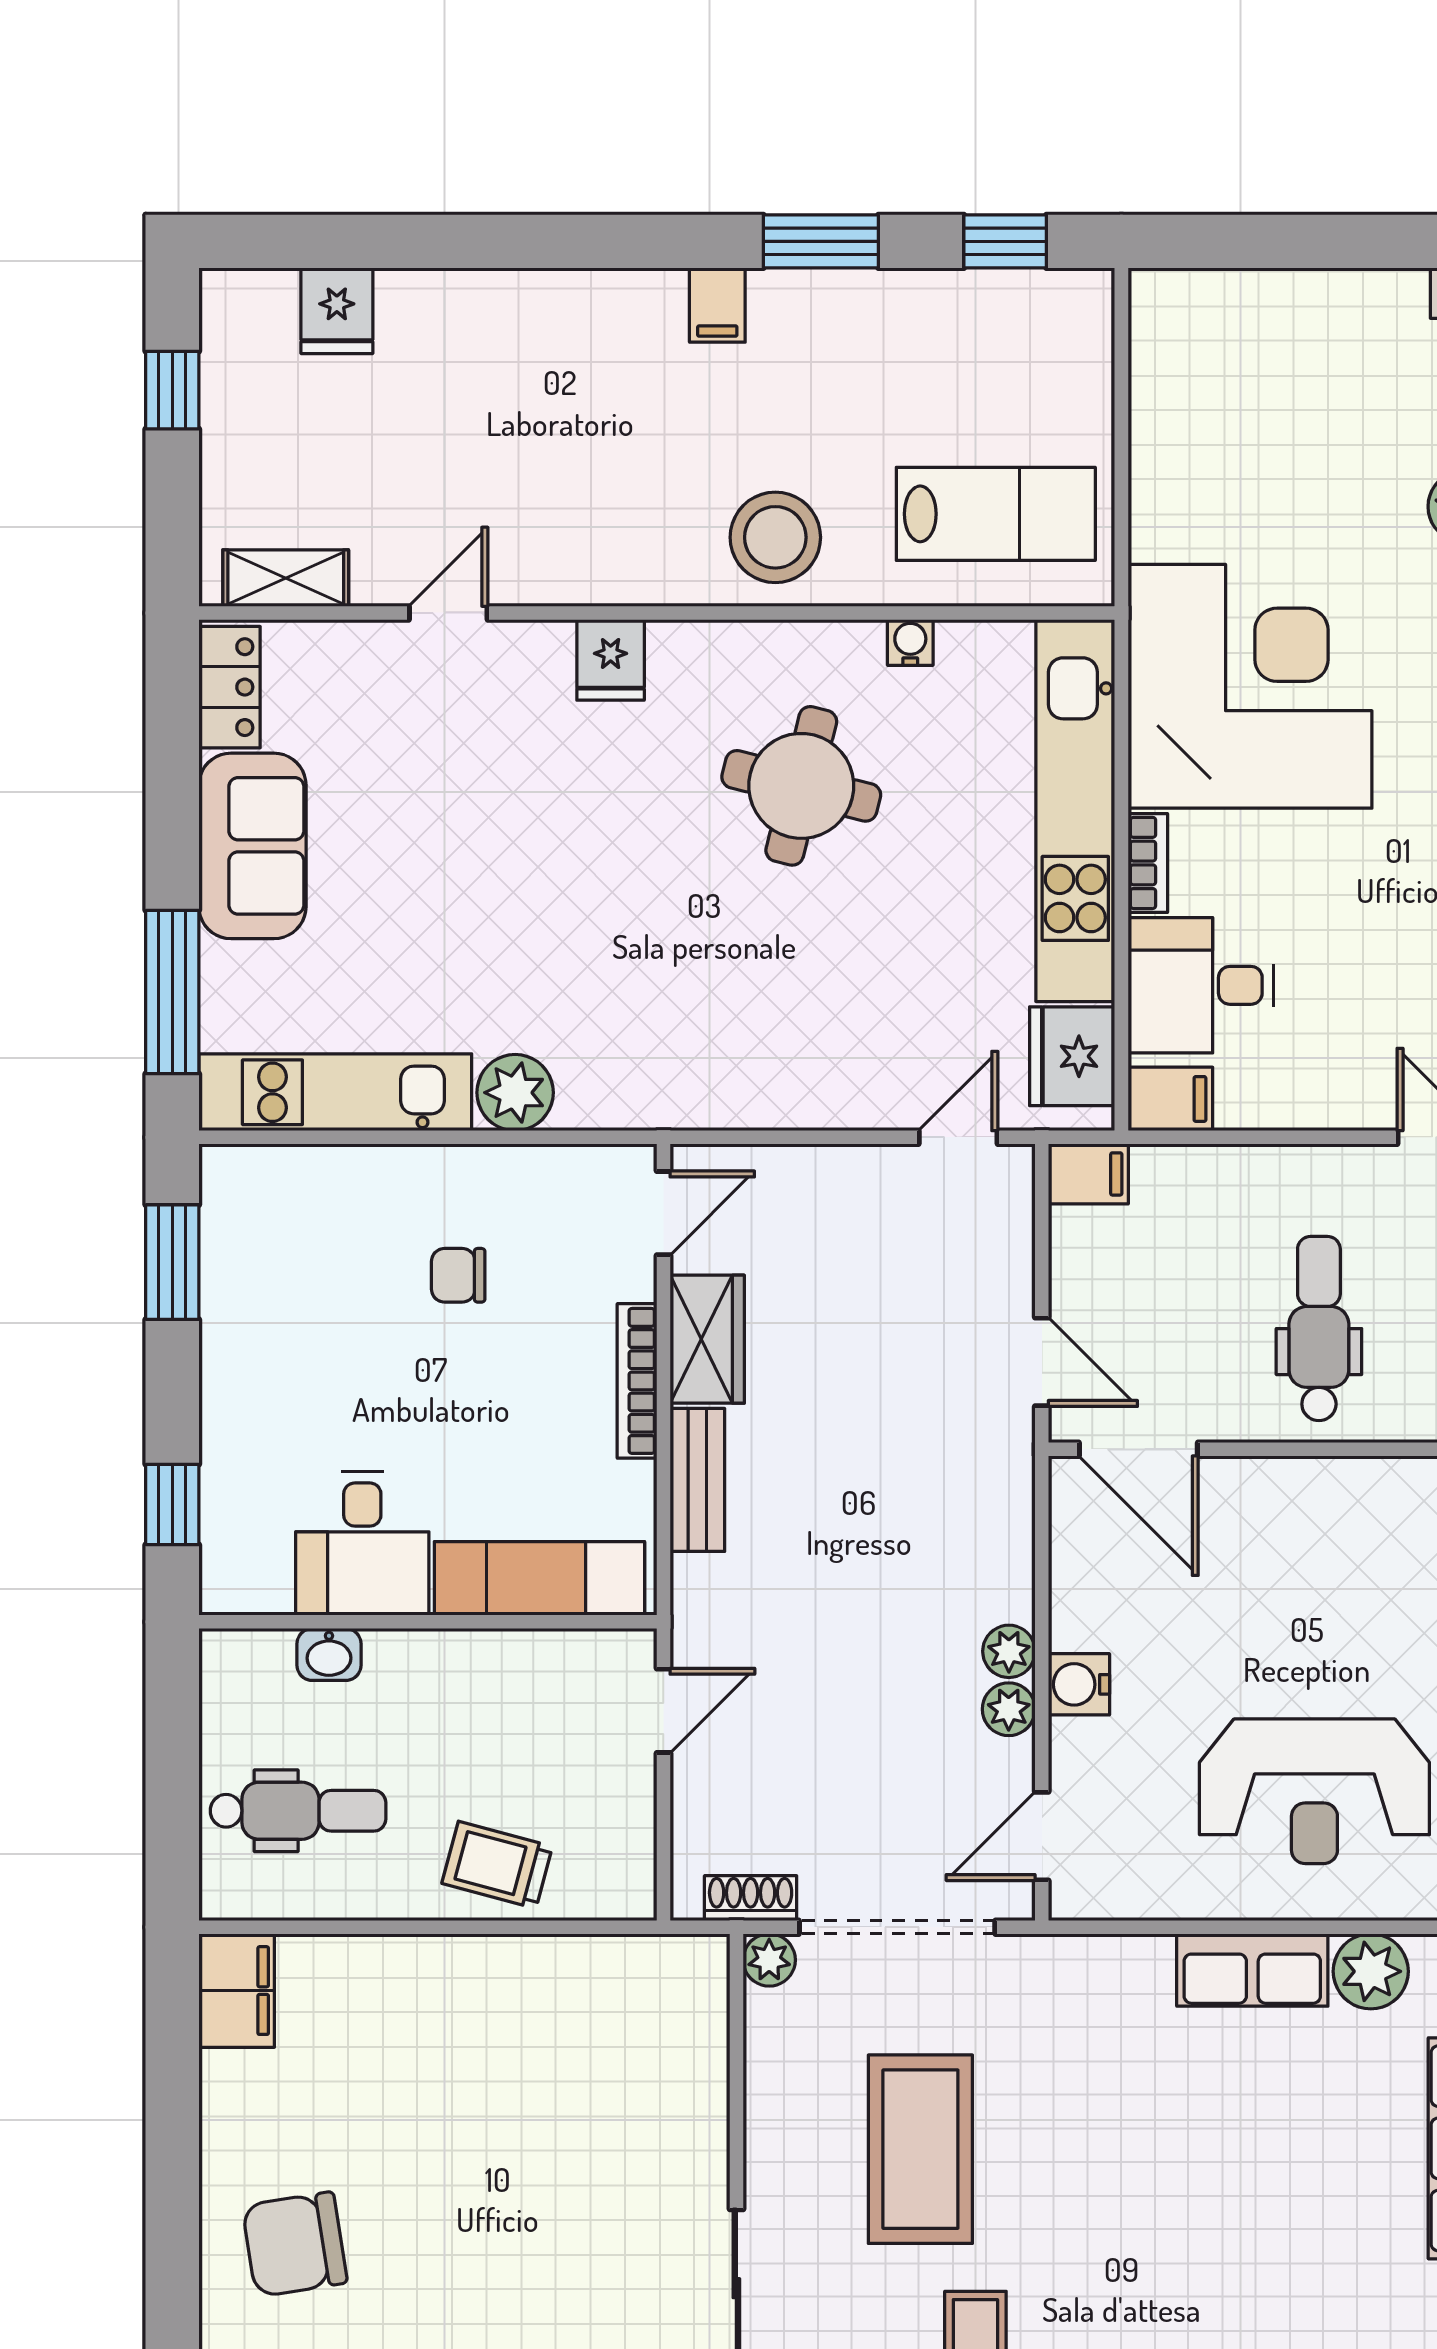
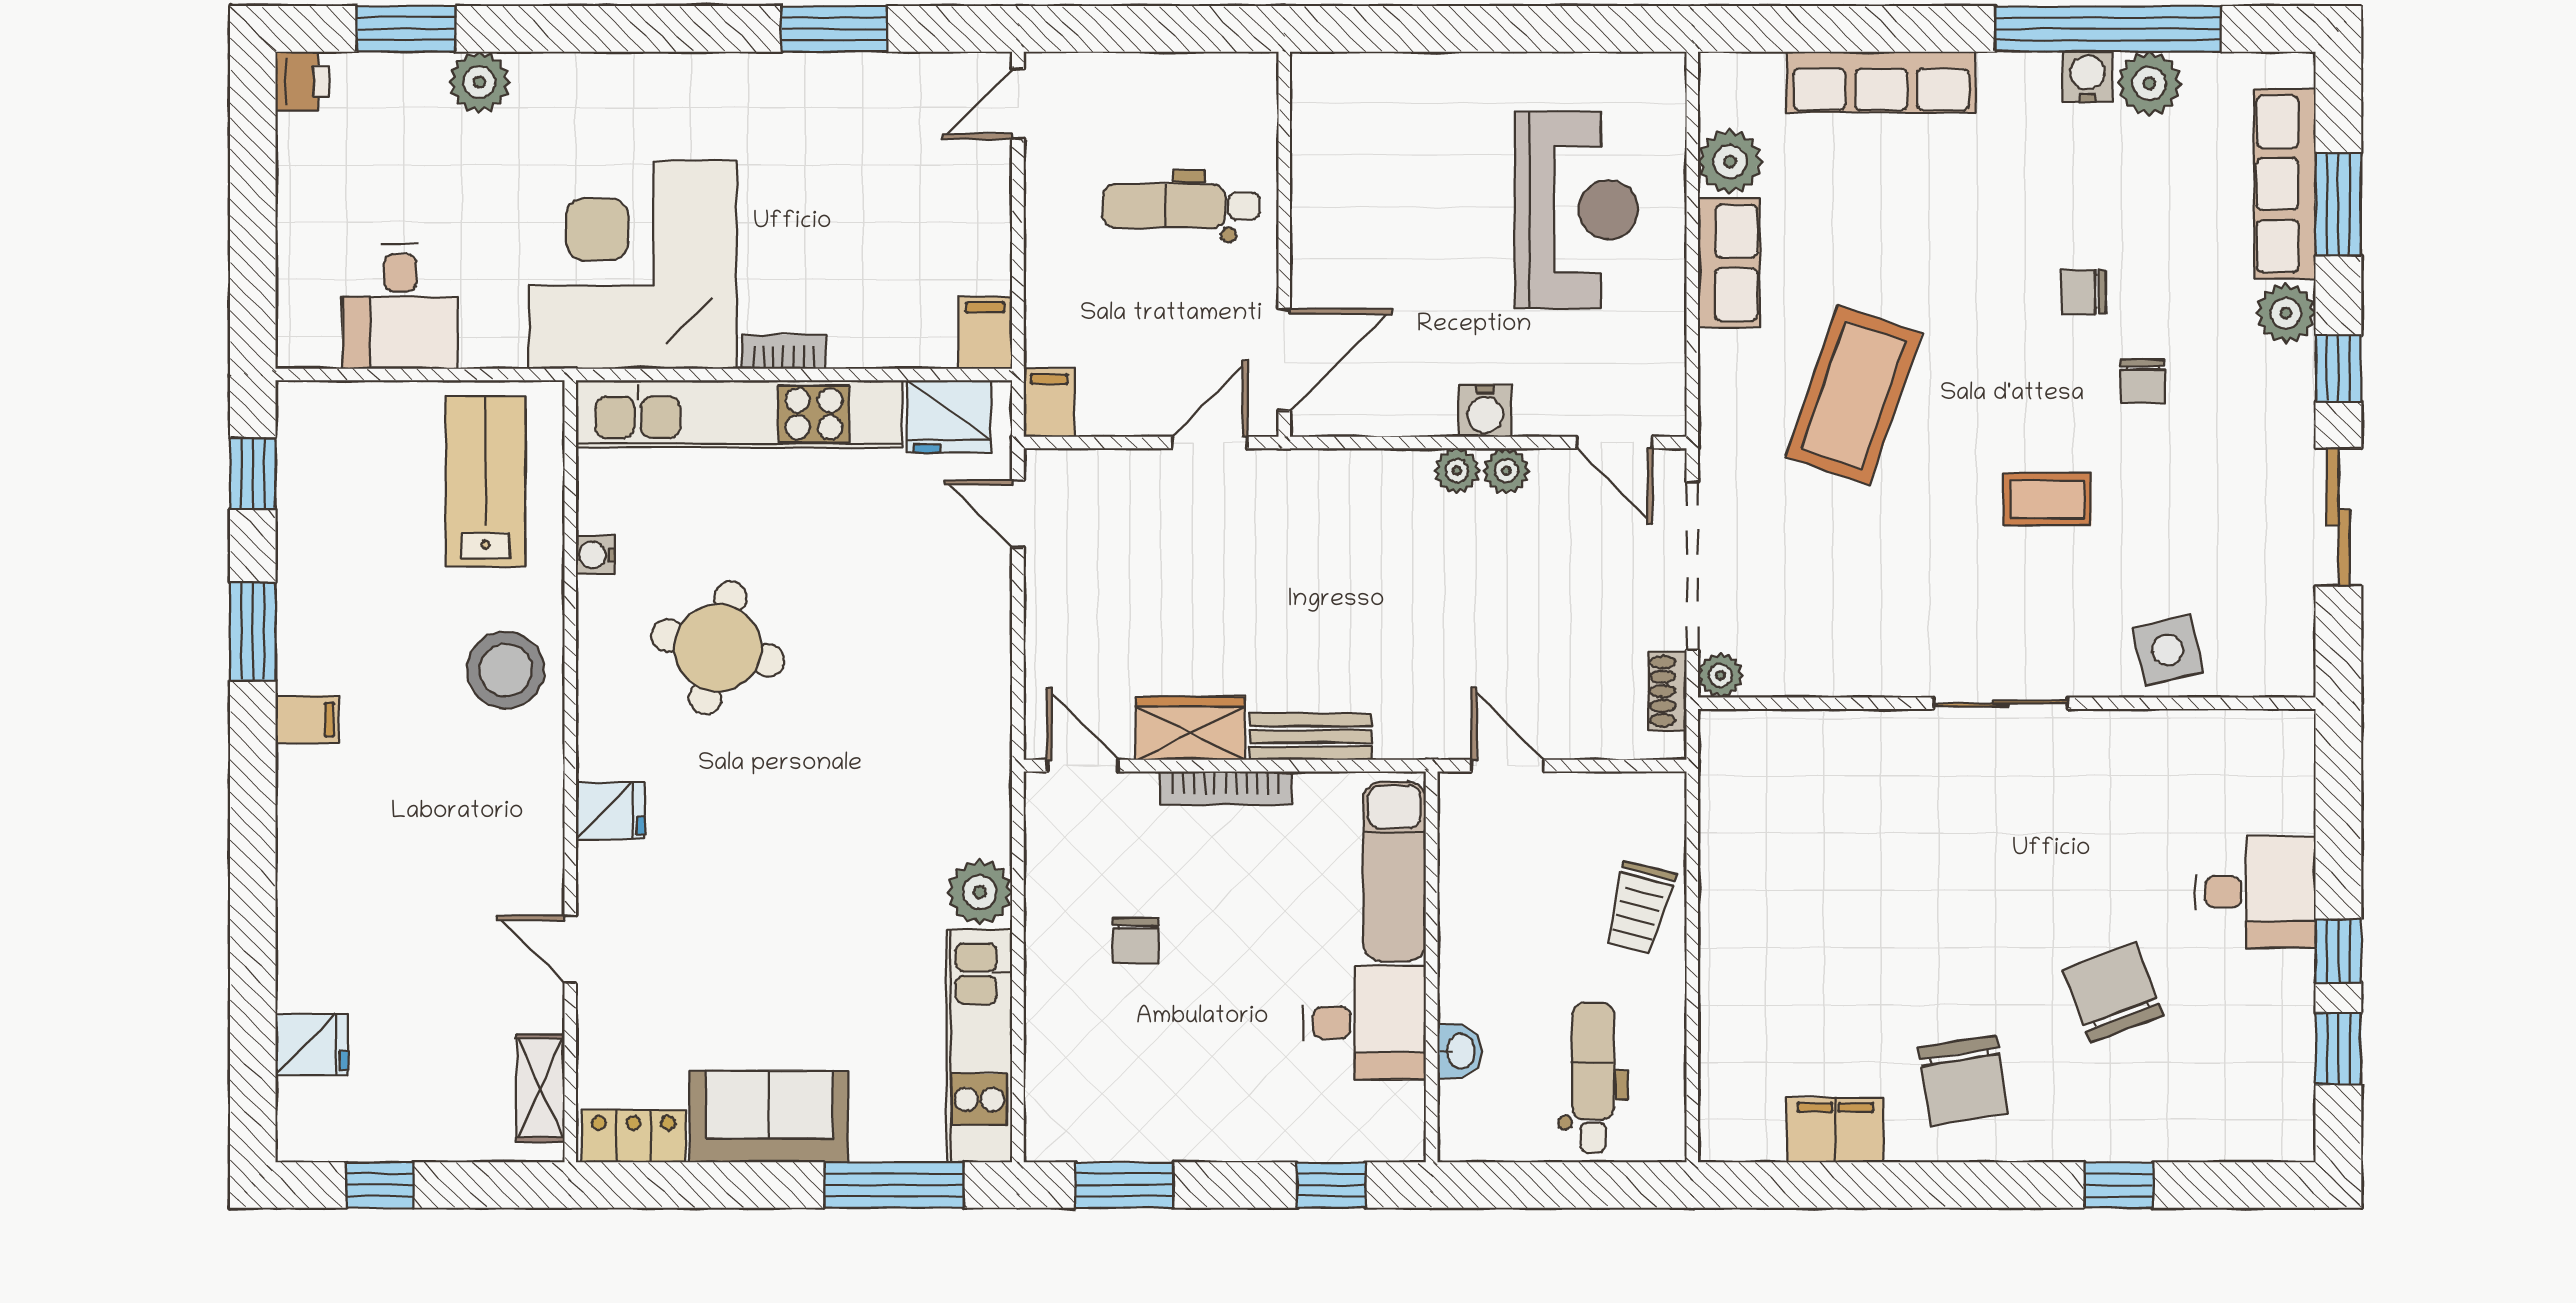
desk: (1201, 985) -> (400, 307), moved
filing cabinet: (237, 1991) -> (1835, 1130), moved
coffee table: (920, 2149) -> (1854, 395), moved, turned -71

